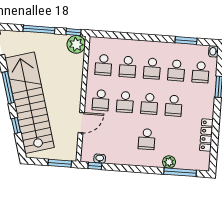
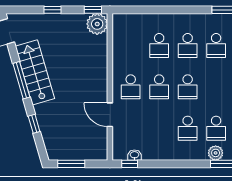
window: (39, 29) -> (52, 10), width x0.46
school desk: (103, 65) -> (131, 46), removed
stairs: (30, 103) -> (35, 72), width x0.54, depth x0.66
school desk: (174, 106) -> (216, 128), moved
door: (81, 123) -> (110, 115), swing flipped
window: (60, 163) -> (71, 164), moved

